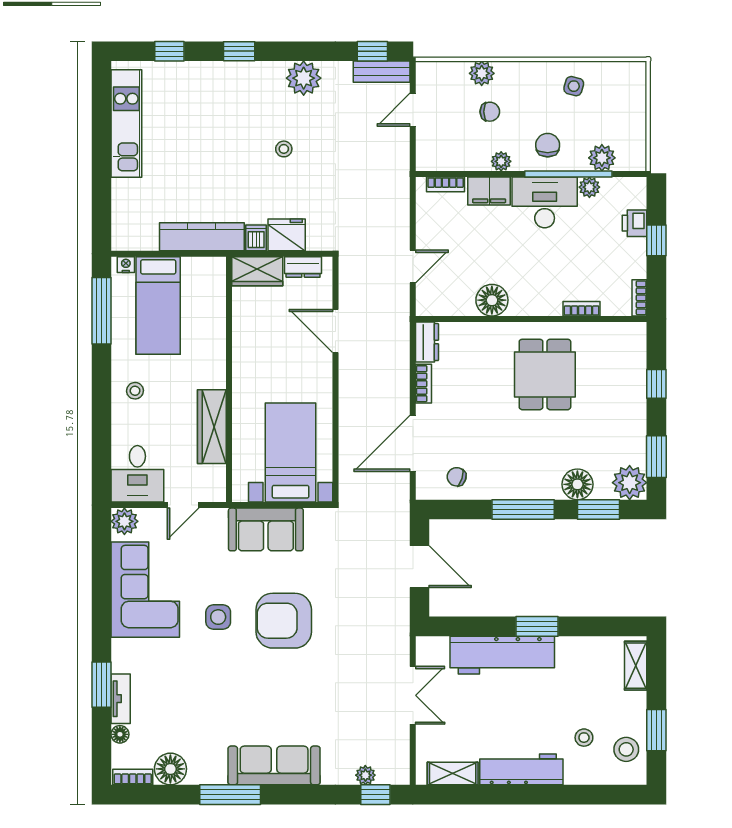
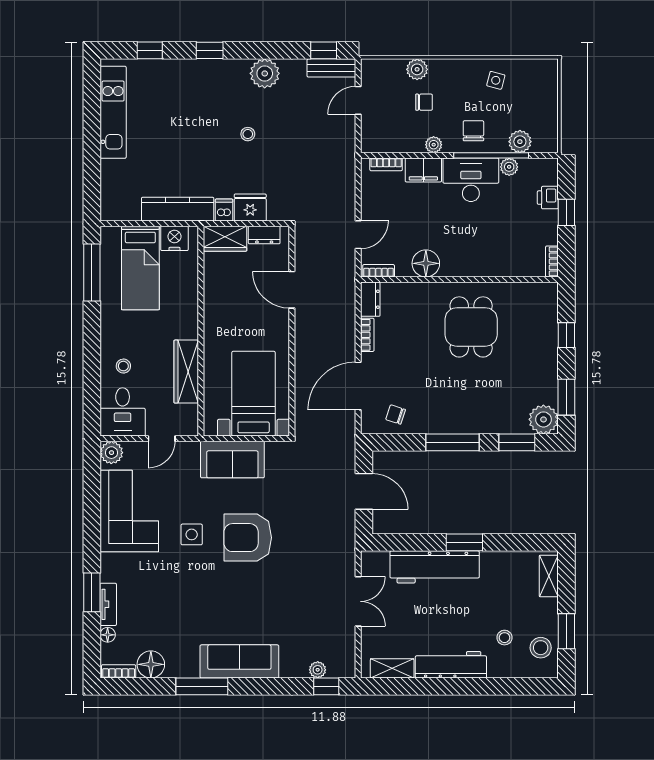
nightstand: (126, 265) -> (174, 238), moved, width x1.89, depth x1.79
bookcase: (582, 309) -> (379, 271), moved
stool: (135, 391) -> (123, 366), moved
floor lamp: (577, 484) -> (499, 421), removed

